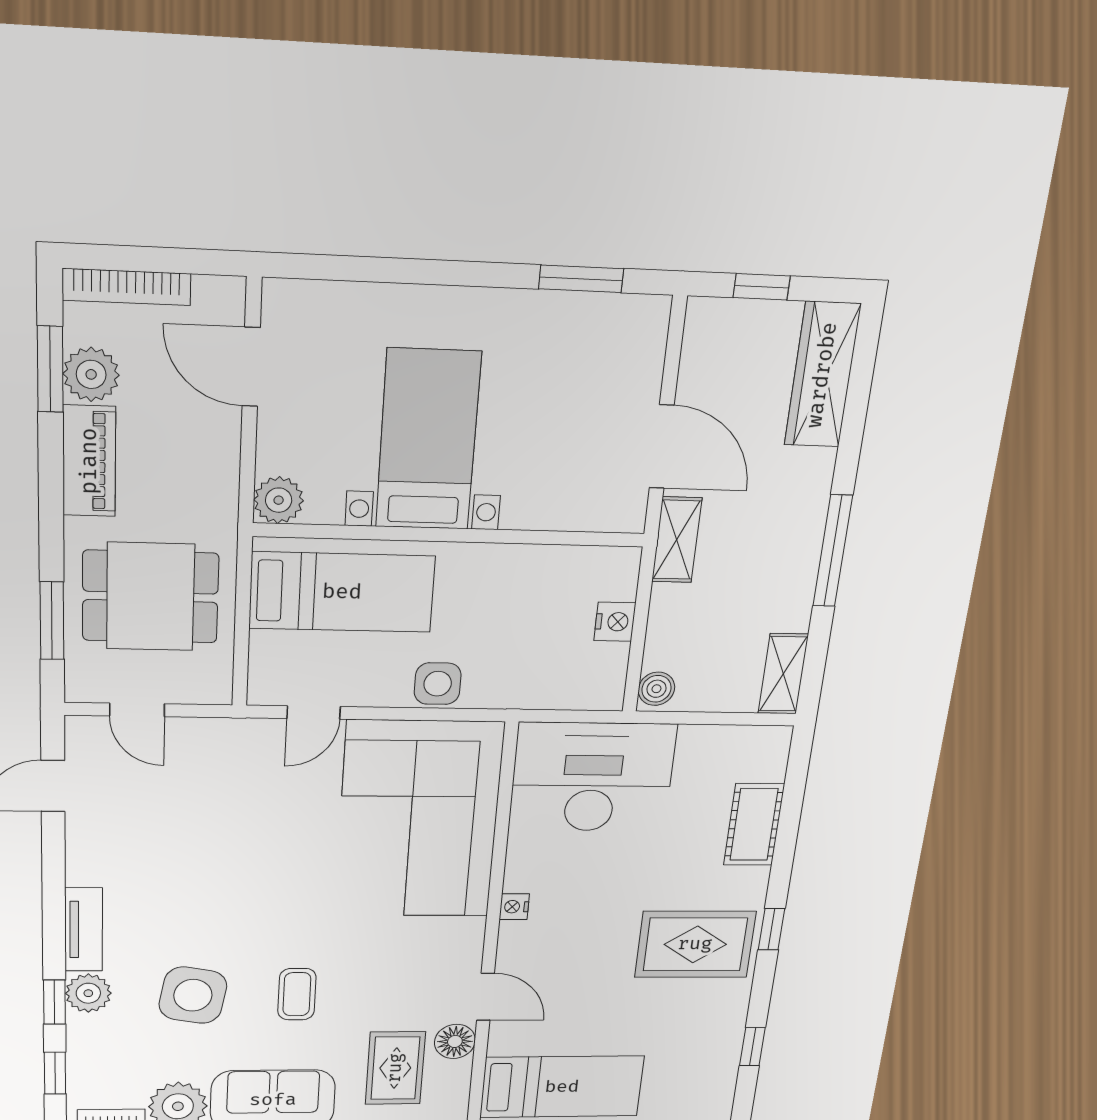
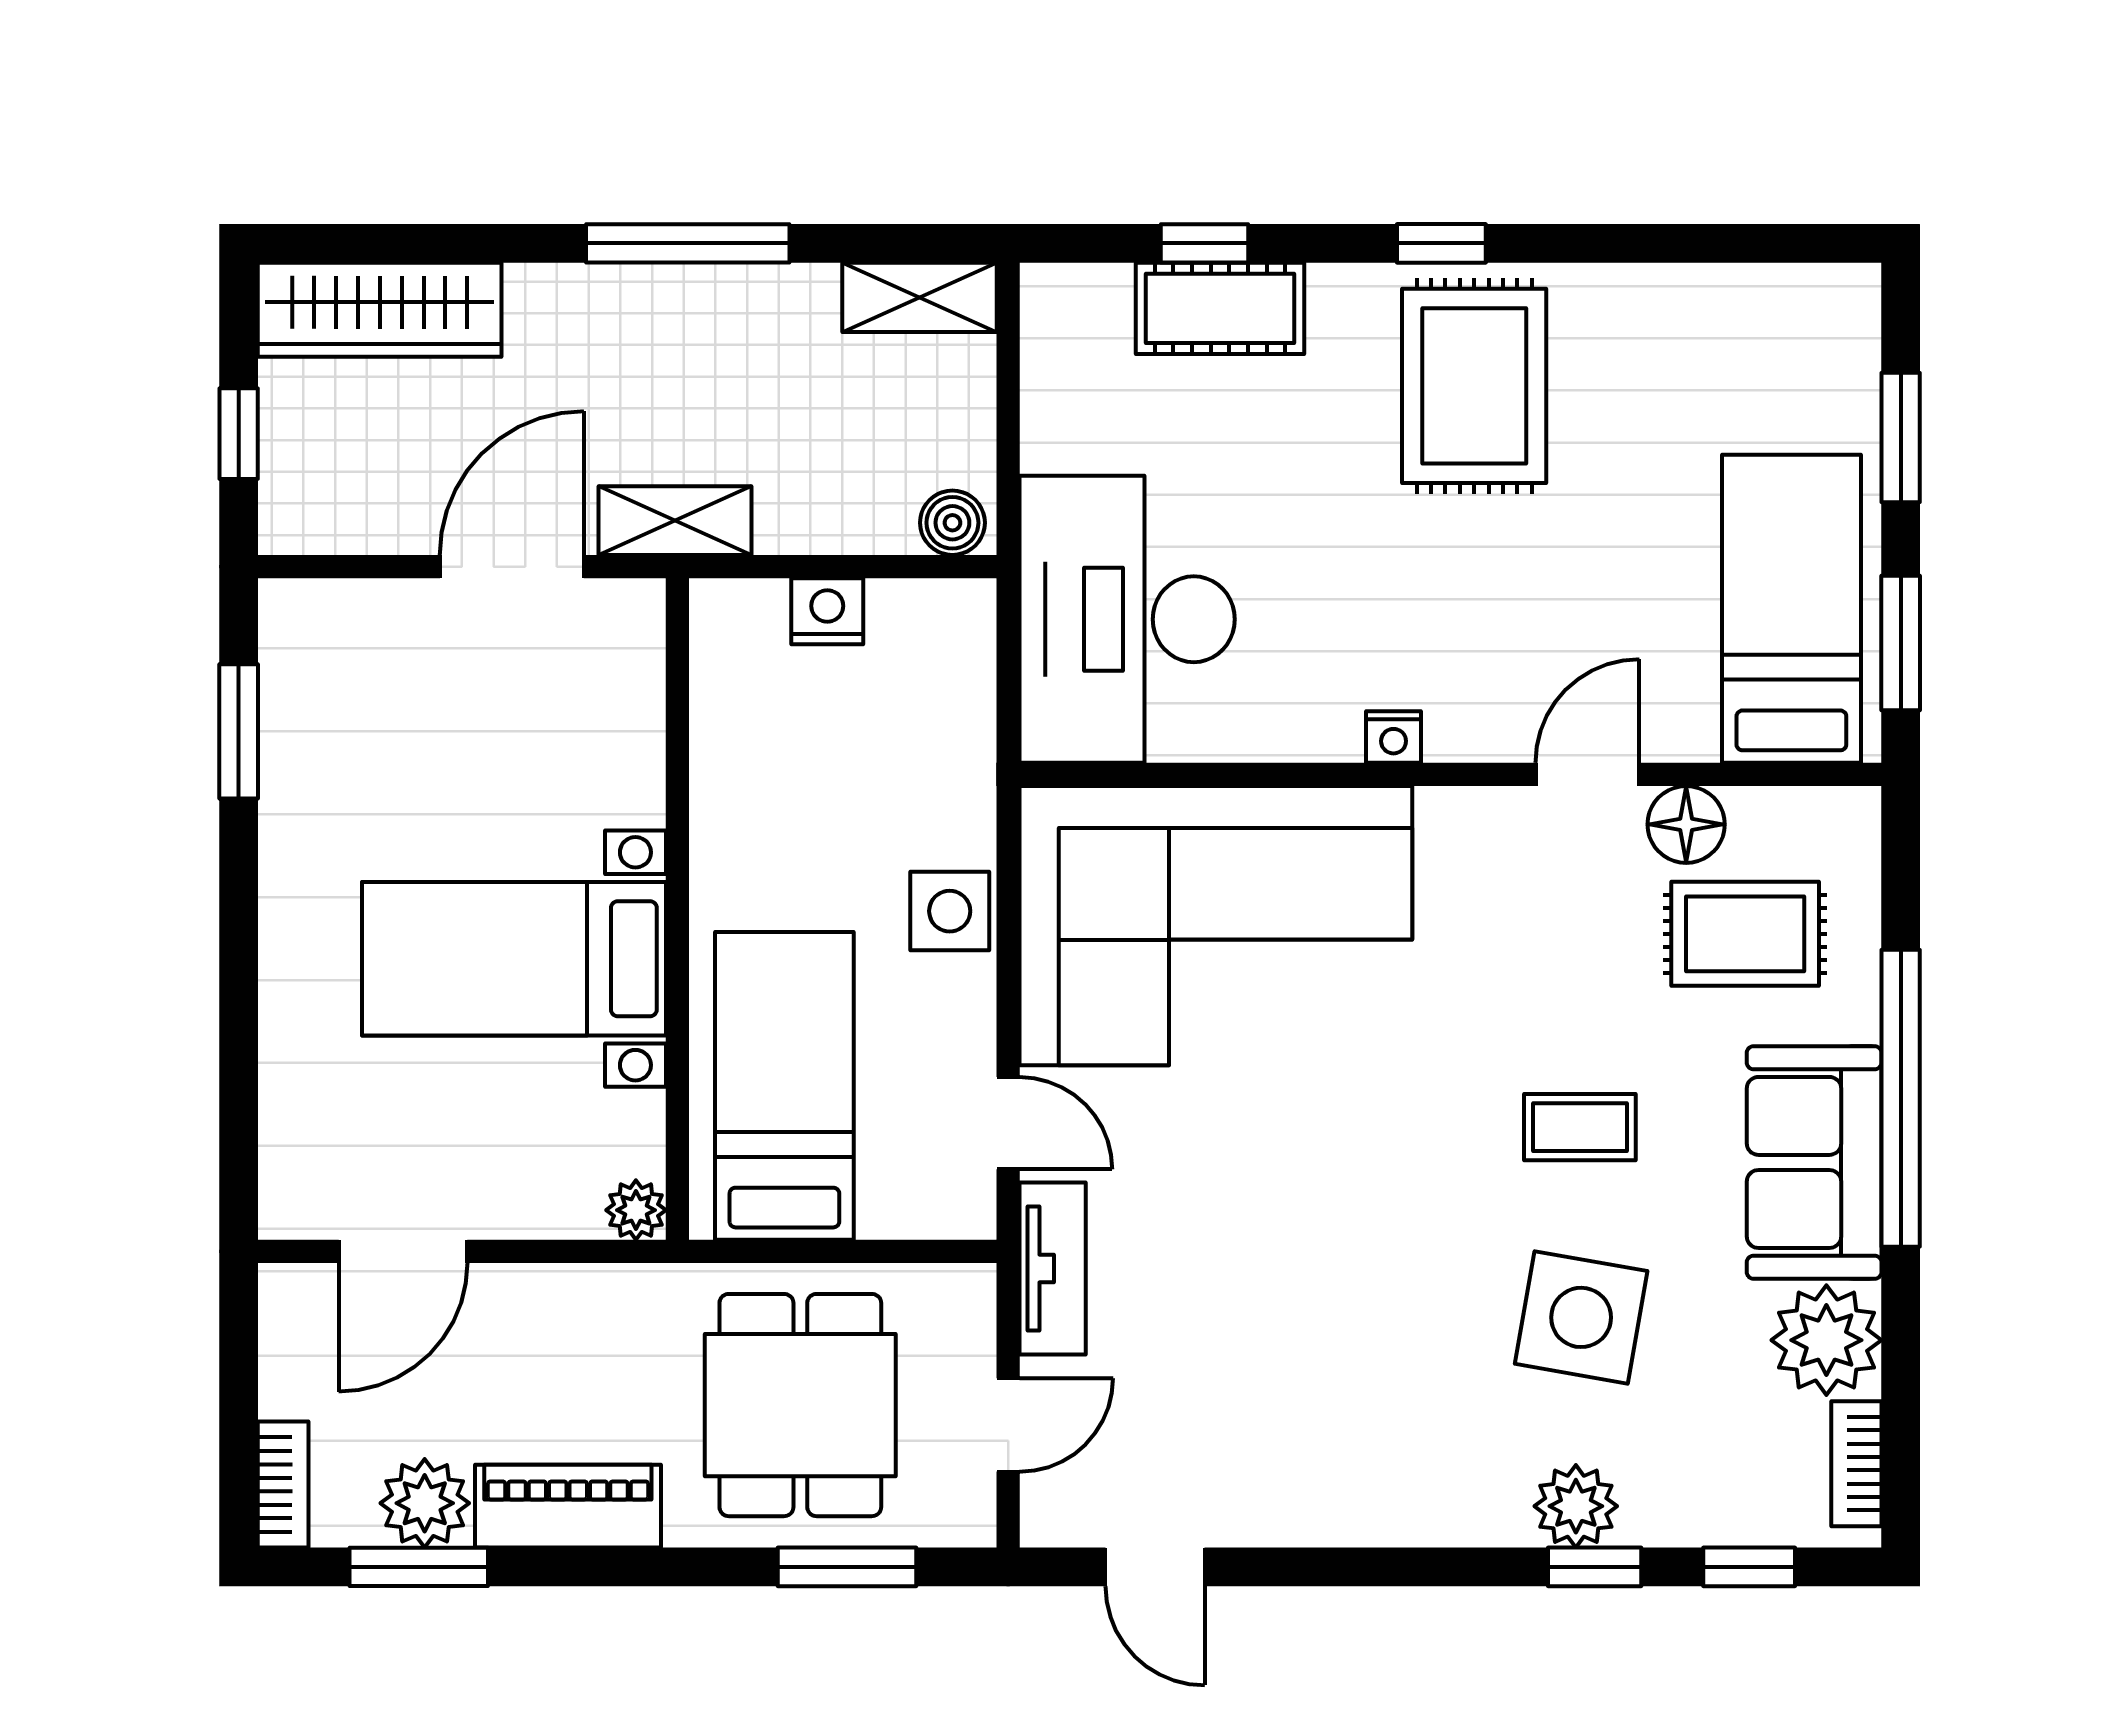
bookcase: (127, 287) -> (283, 1484), width x0.64
plant: (279, 500) -> (636, 1210), width x0.73, depth x0.73
tv unit: (84, 930) -> (1053, 1268), moved, turned 90
window: (752, 1047) -> (1205, 243), moved

